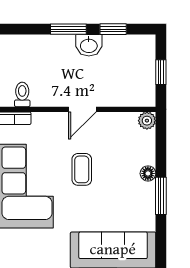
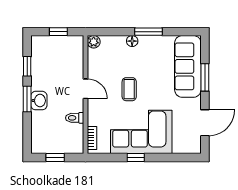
washbasin: (89, 45) -> (39, 101), moved
toilet: (22, 94) -> (75, 118), moved
coffee table: (82, 169) -> (129, 89), turned 90

